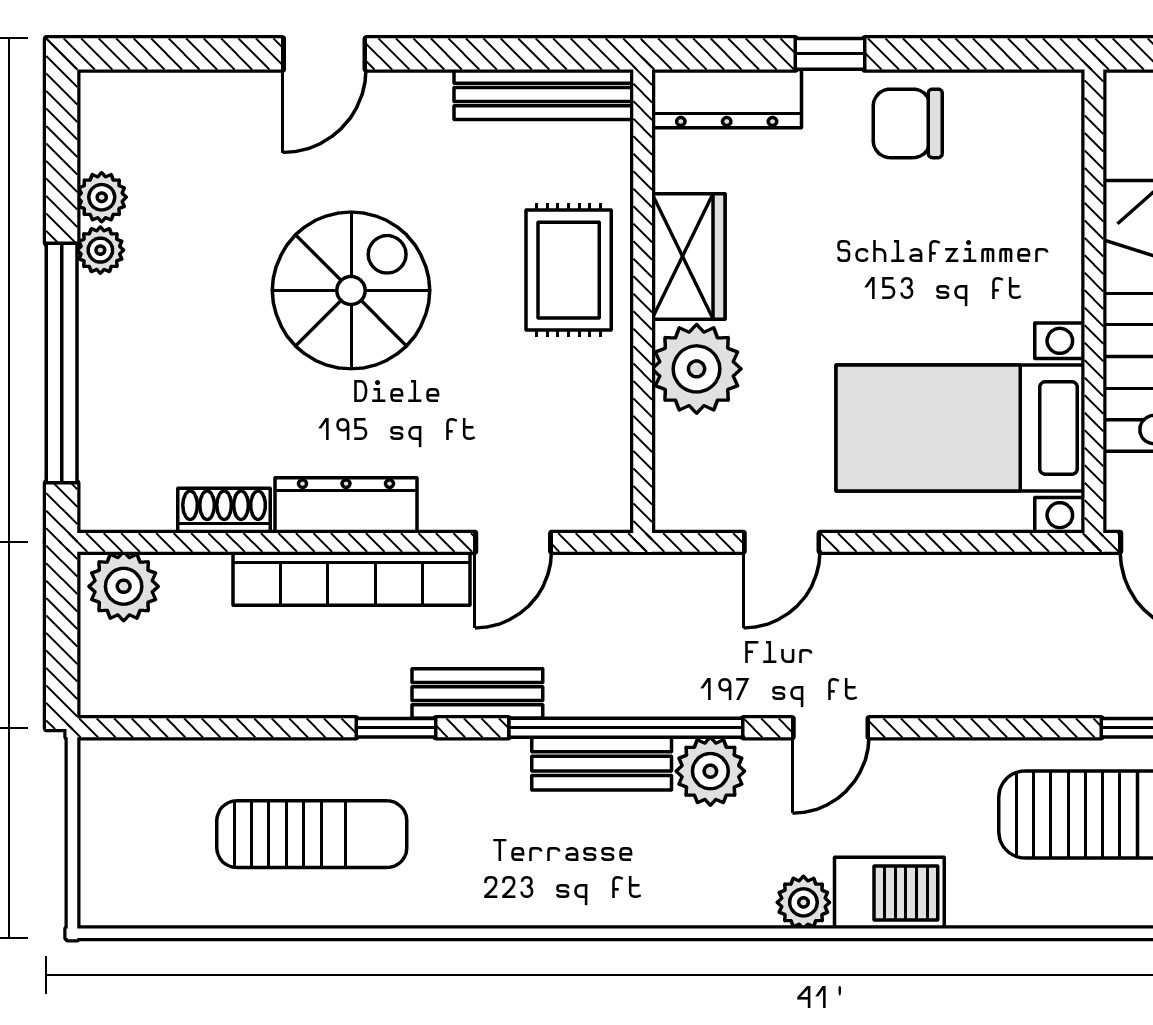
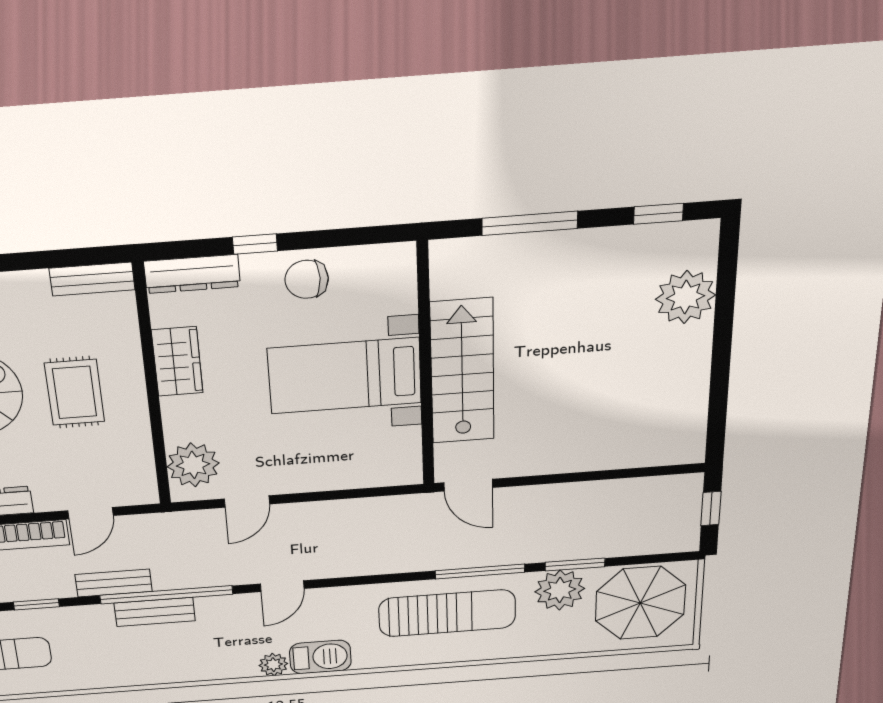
bench: (544, 94) -> (92, 279), width x0.73
rug: (569, 270) -> (75, 392), moved
plant: (697, 369) -> (193, 465), moved
bed with nightstands: (960, 428) -> (345, 376), moved
bench: (477, 694) -> (114, 583), moved
plant: (710, 771) -> (216, 611), removed

